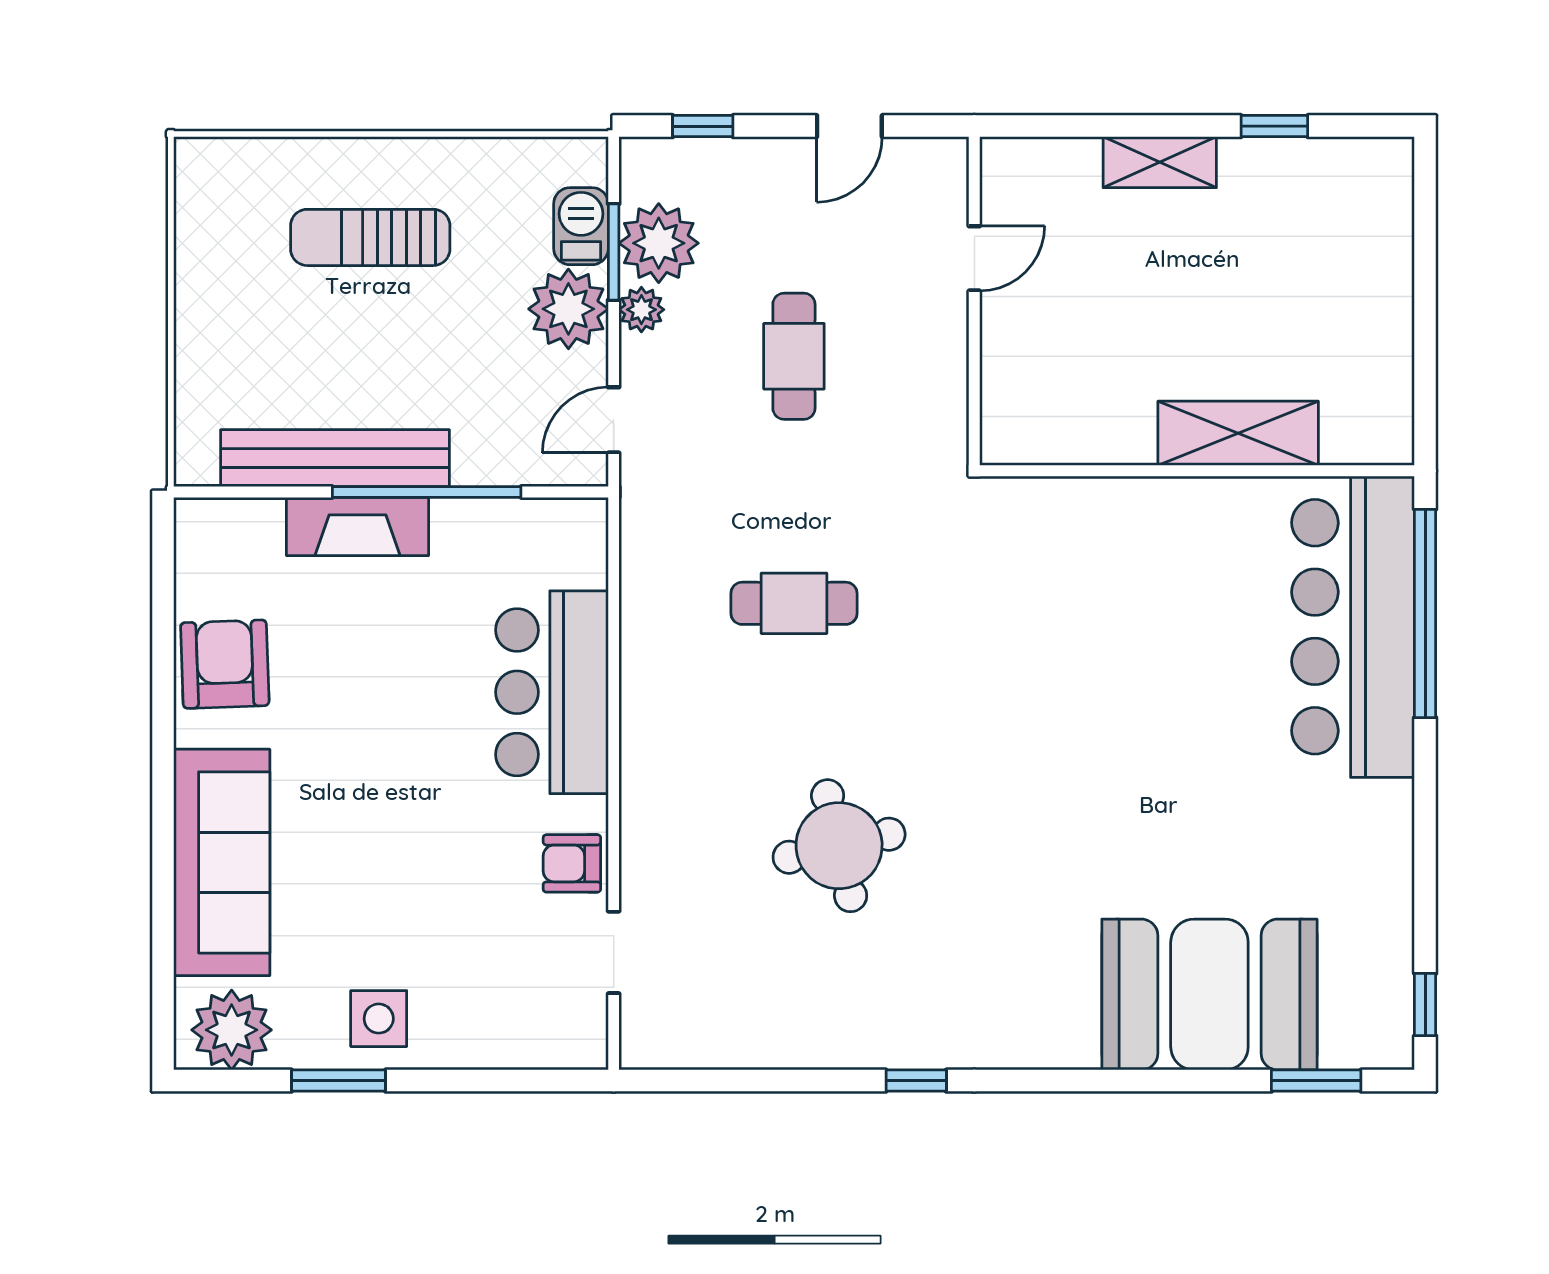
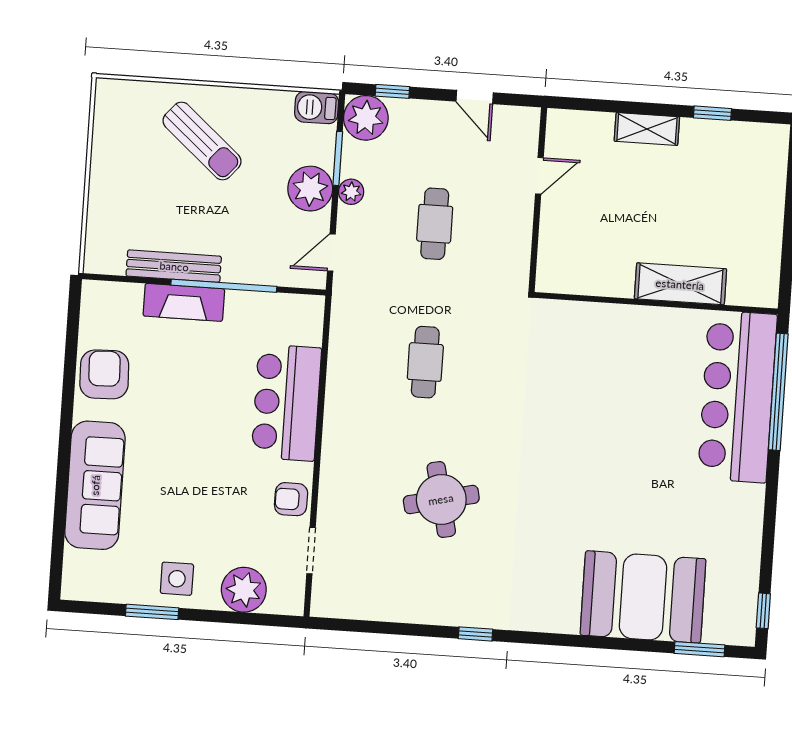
door: (849, 126) -> (475, 97), hinge flipped
barbecue: (581, 226) -> (317, 108), moved, turned -90
sun lounger: (370, 237) -> (202, 141), turned -139
plant: (659, 243) -> (366, 118), moved
bench: (335, 458) -> (174, 266), width x0.73, depth x0.82
cafe table: (794, 603) -> (425, 362), turned 90
plant: (232, 1030) -> (244, 590), moved

